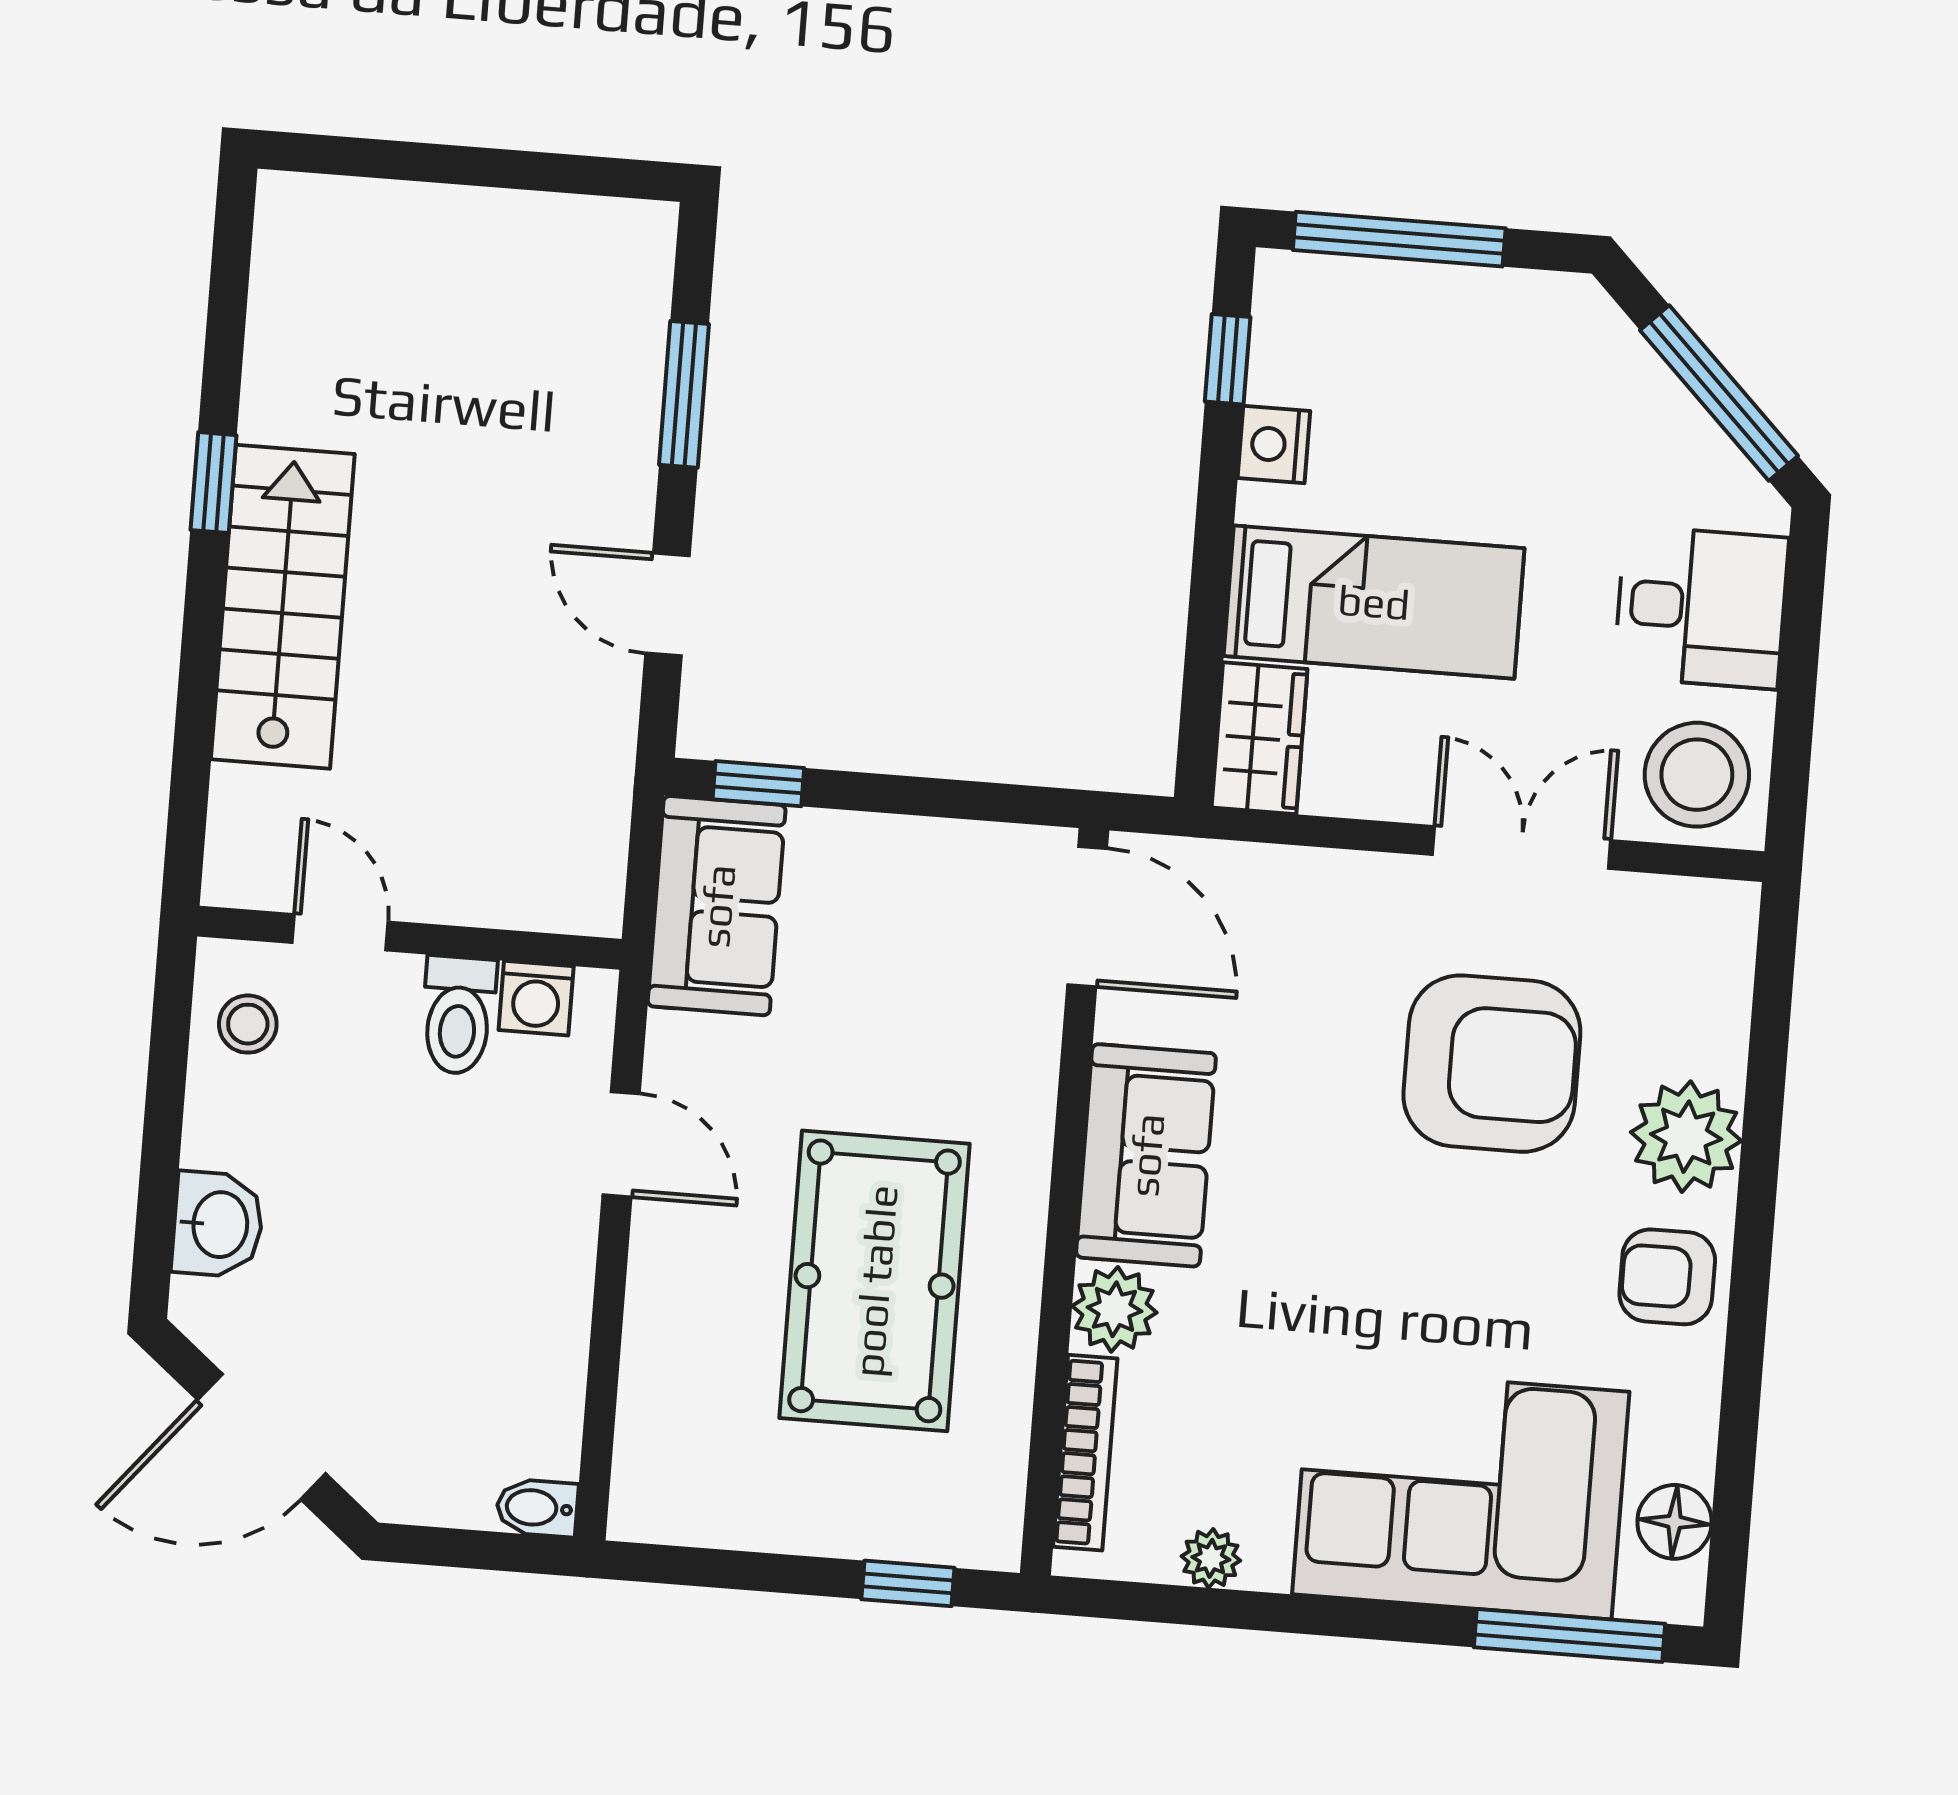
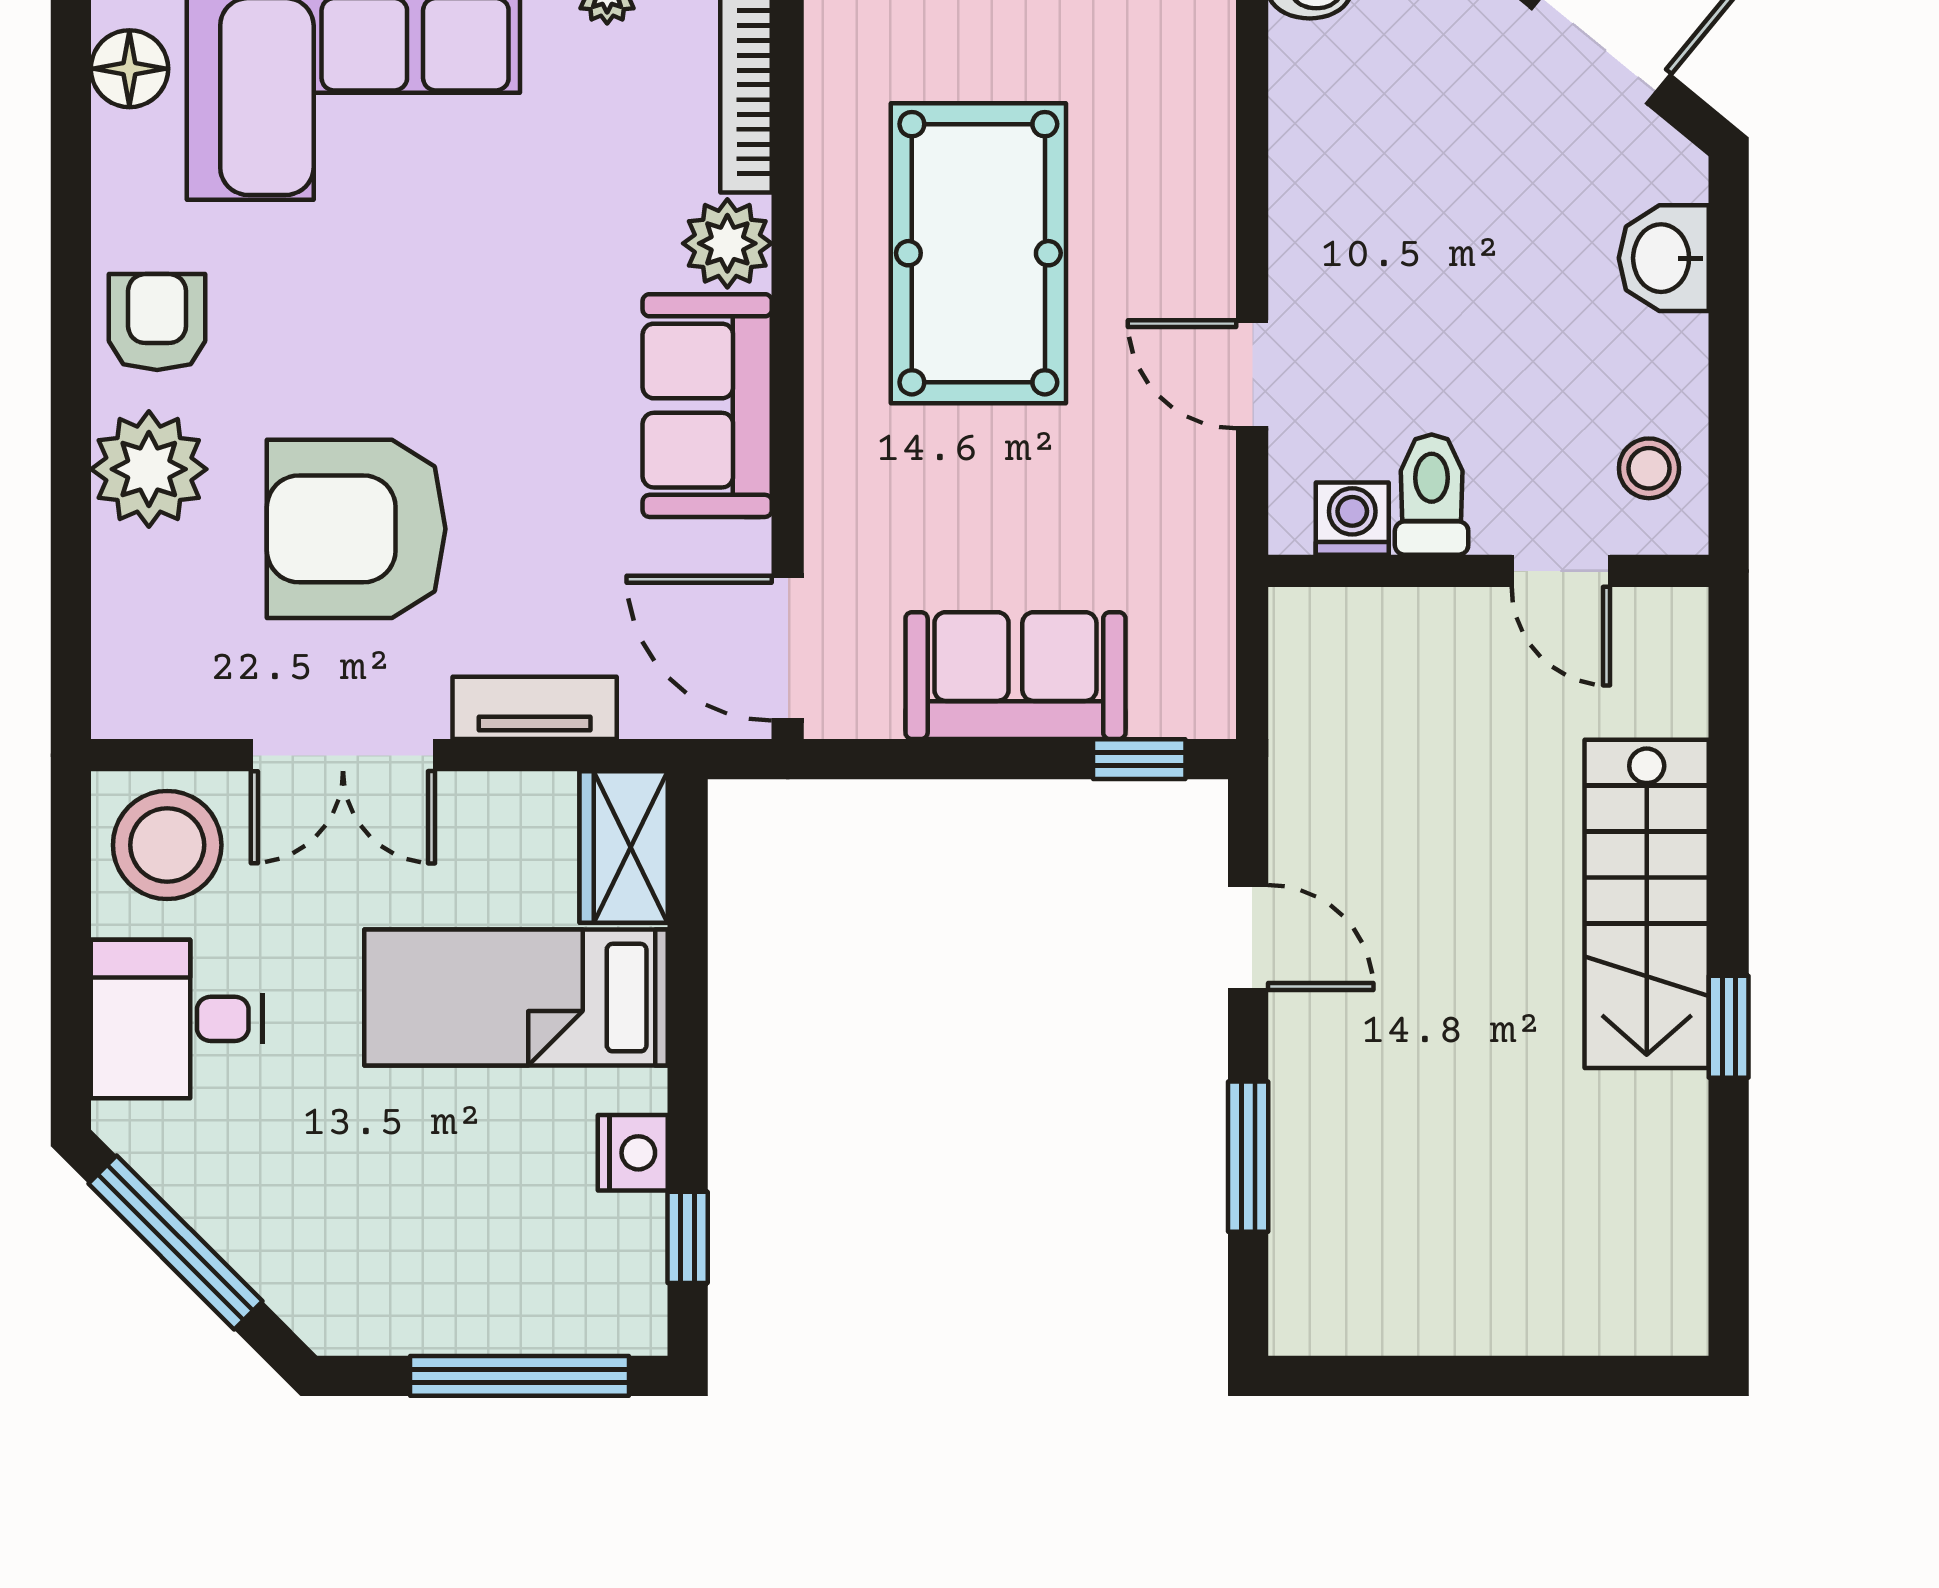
tv unit: (1334, 878) -> (535, 708), added
sofa: (717, 906) -> (1015, 676), moved, turned 90
armchair: (1667, 1277) -> (157, 322), turned -90

